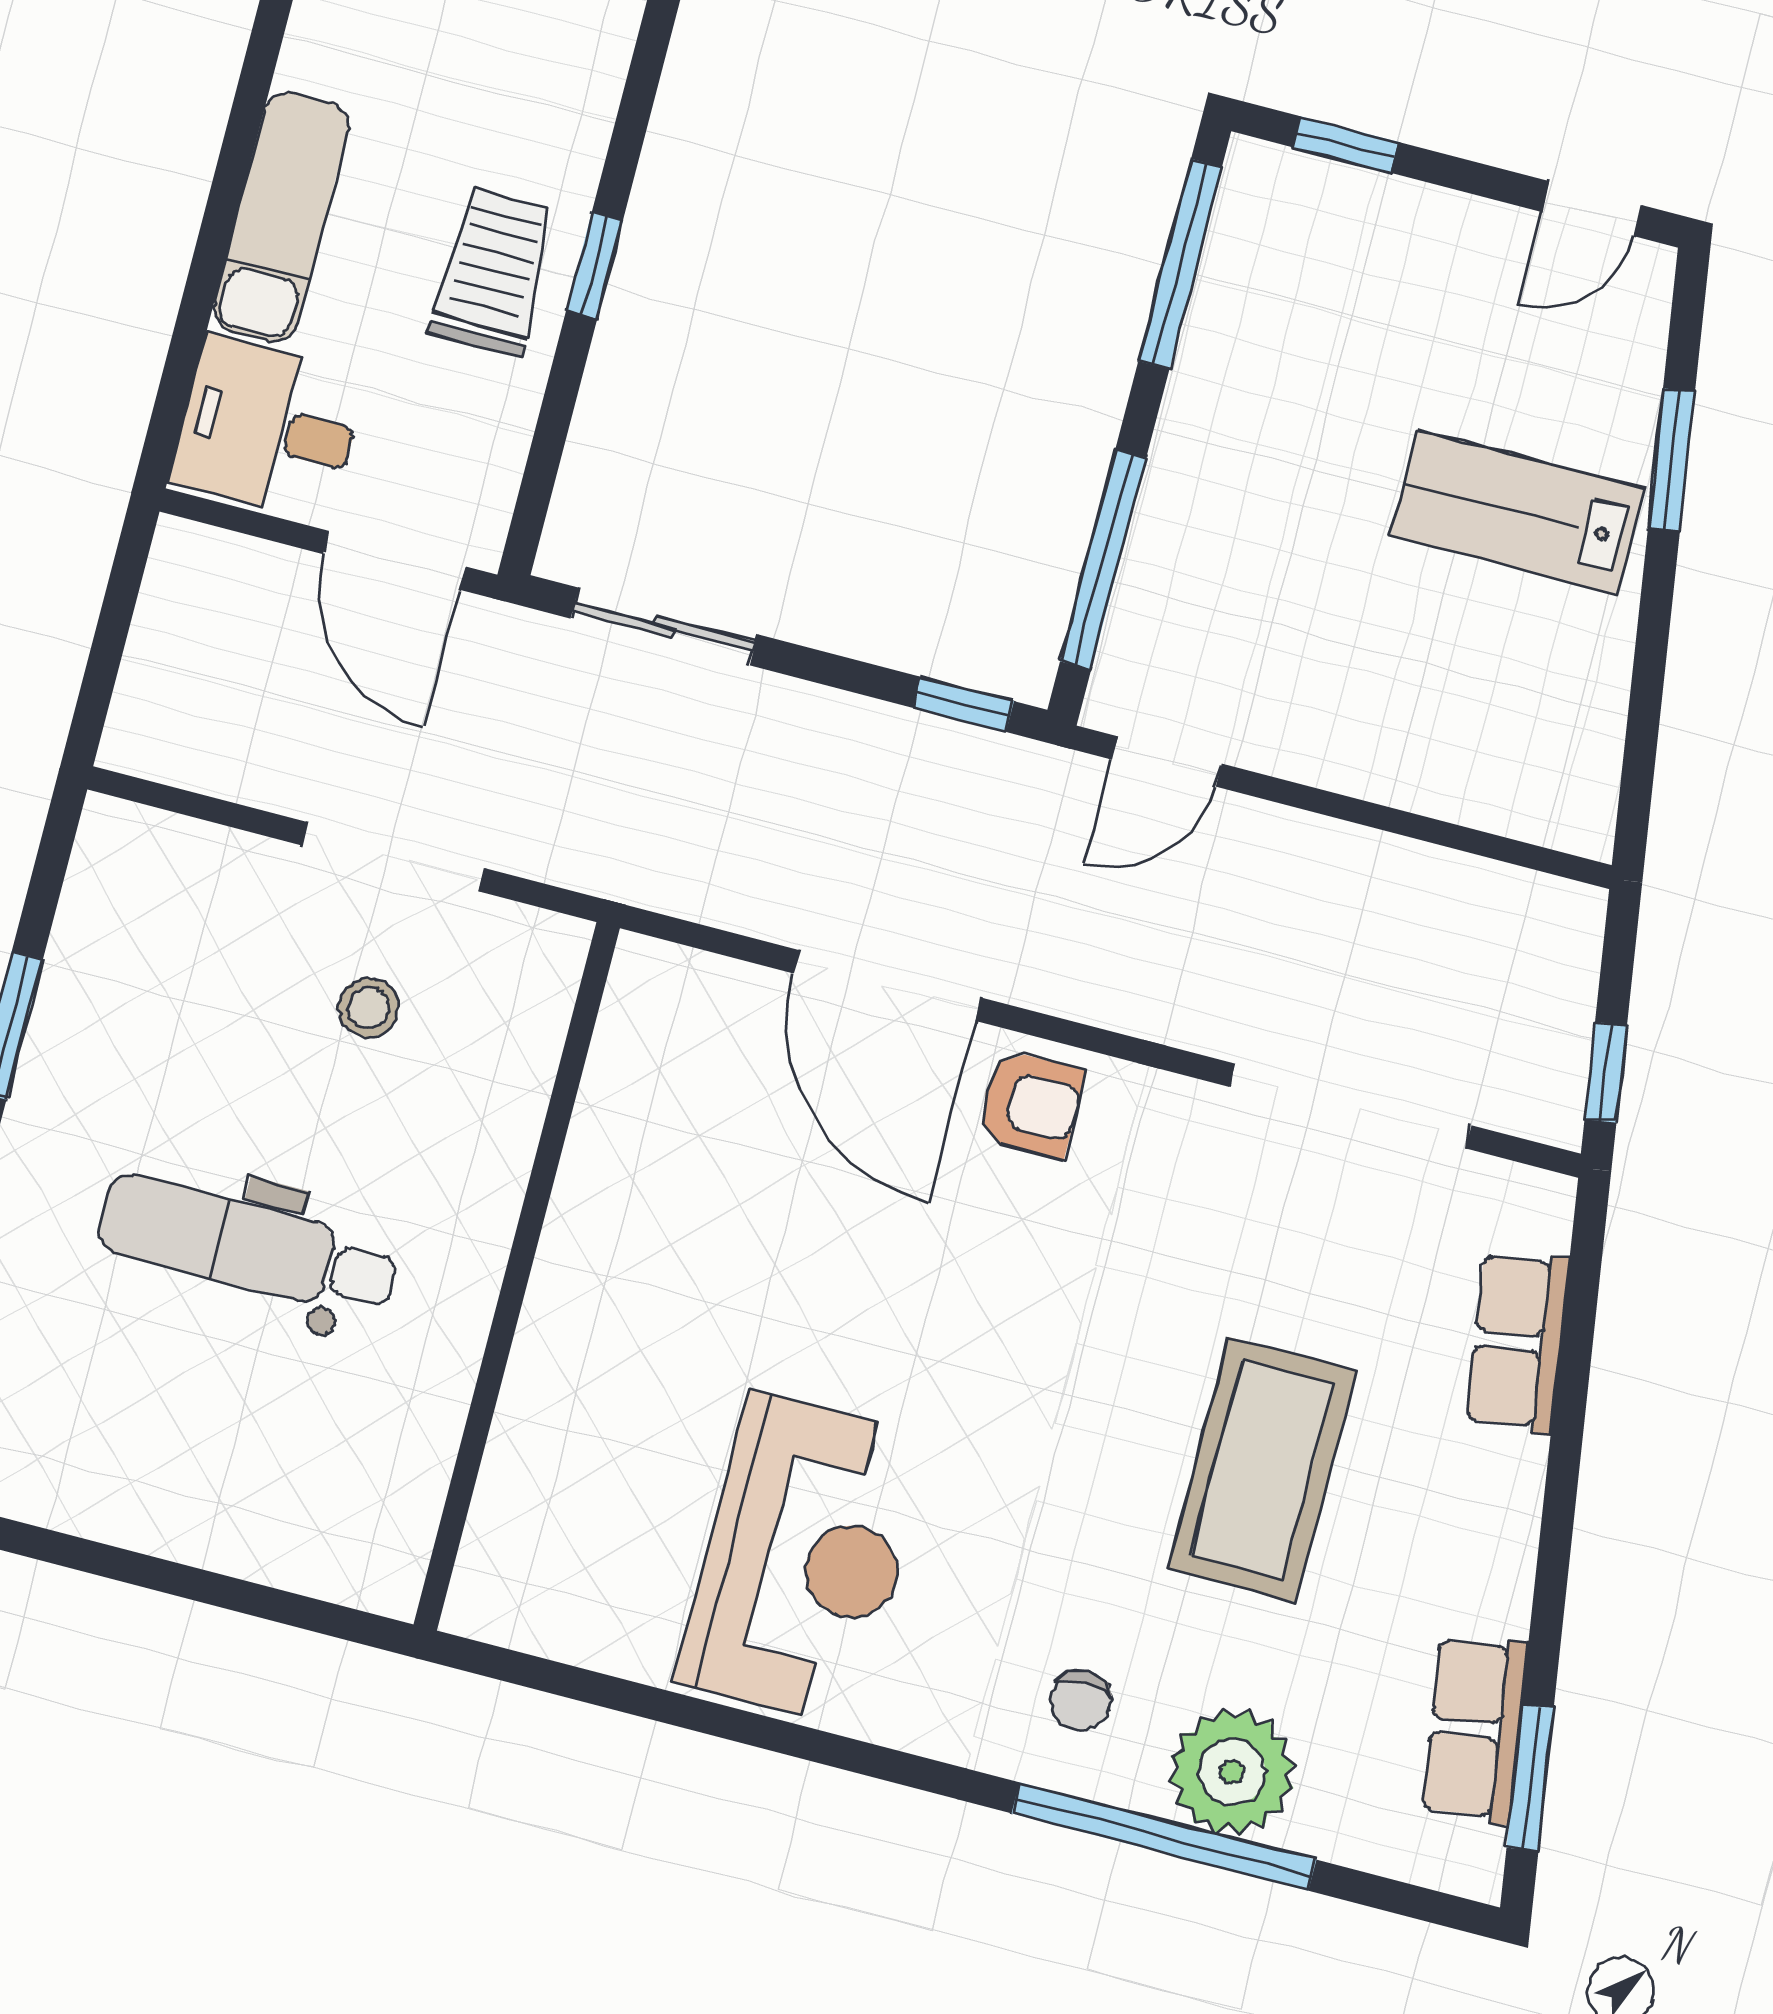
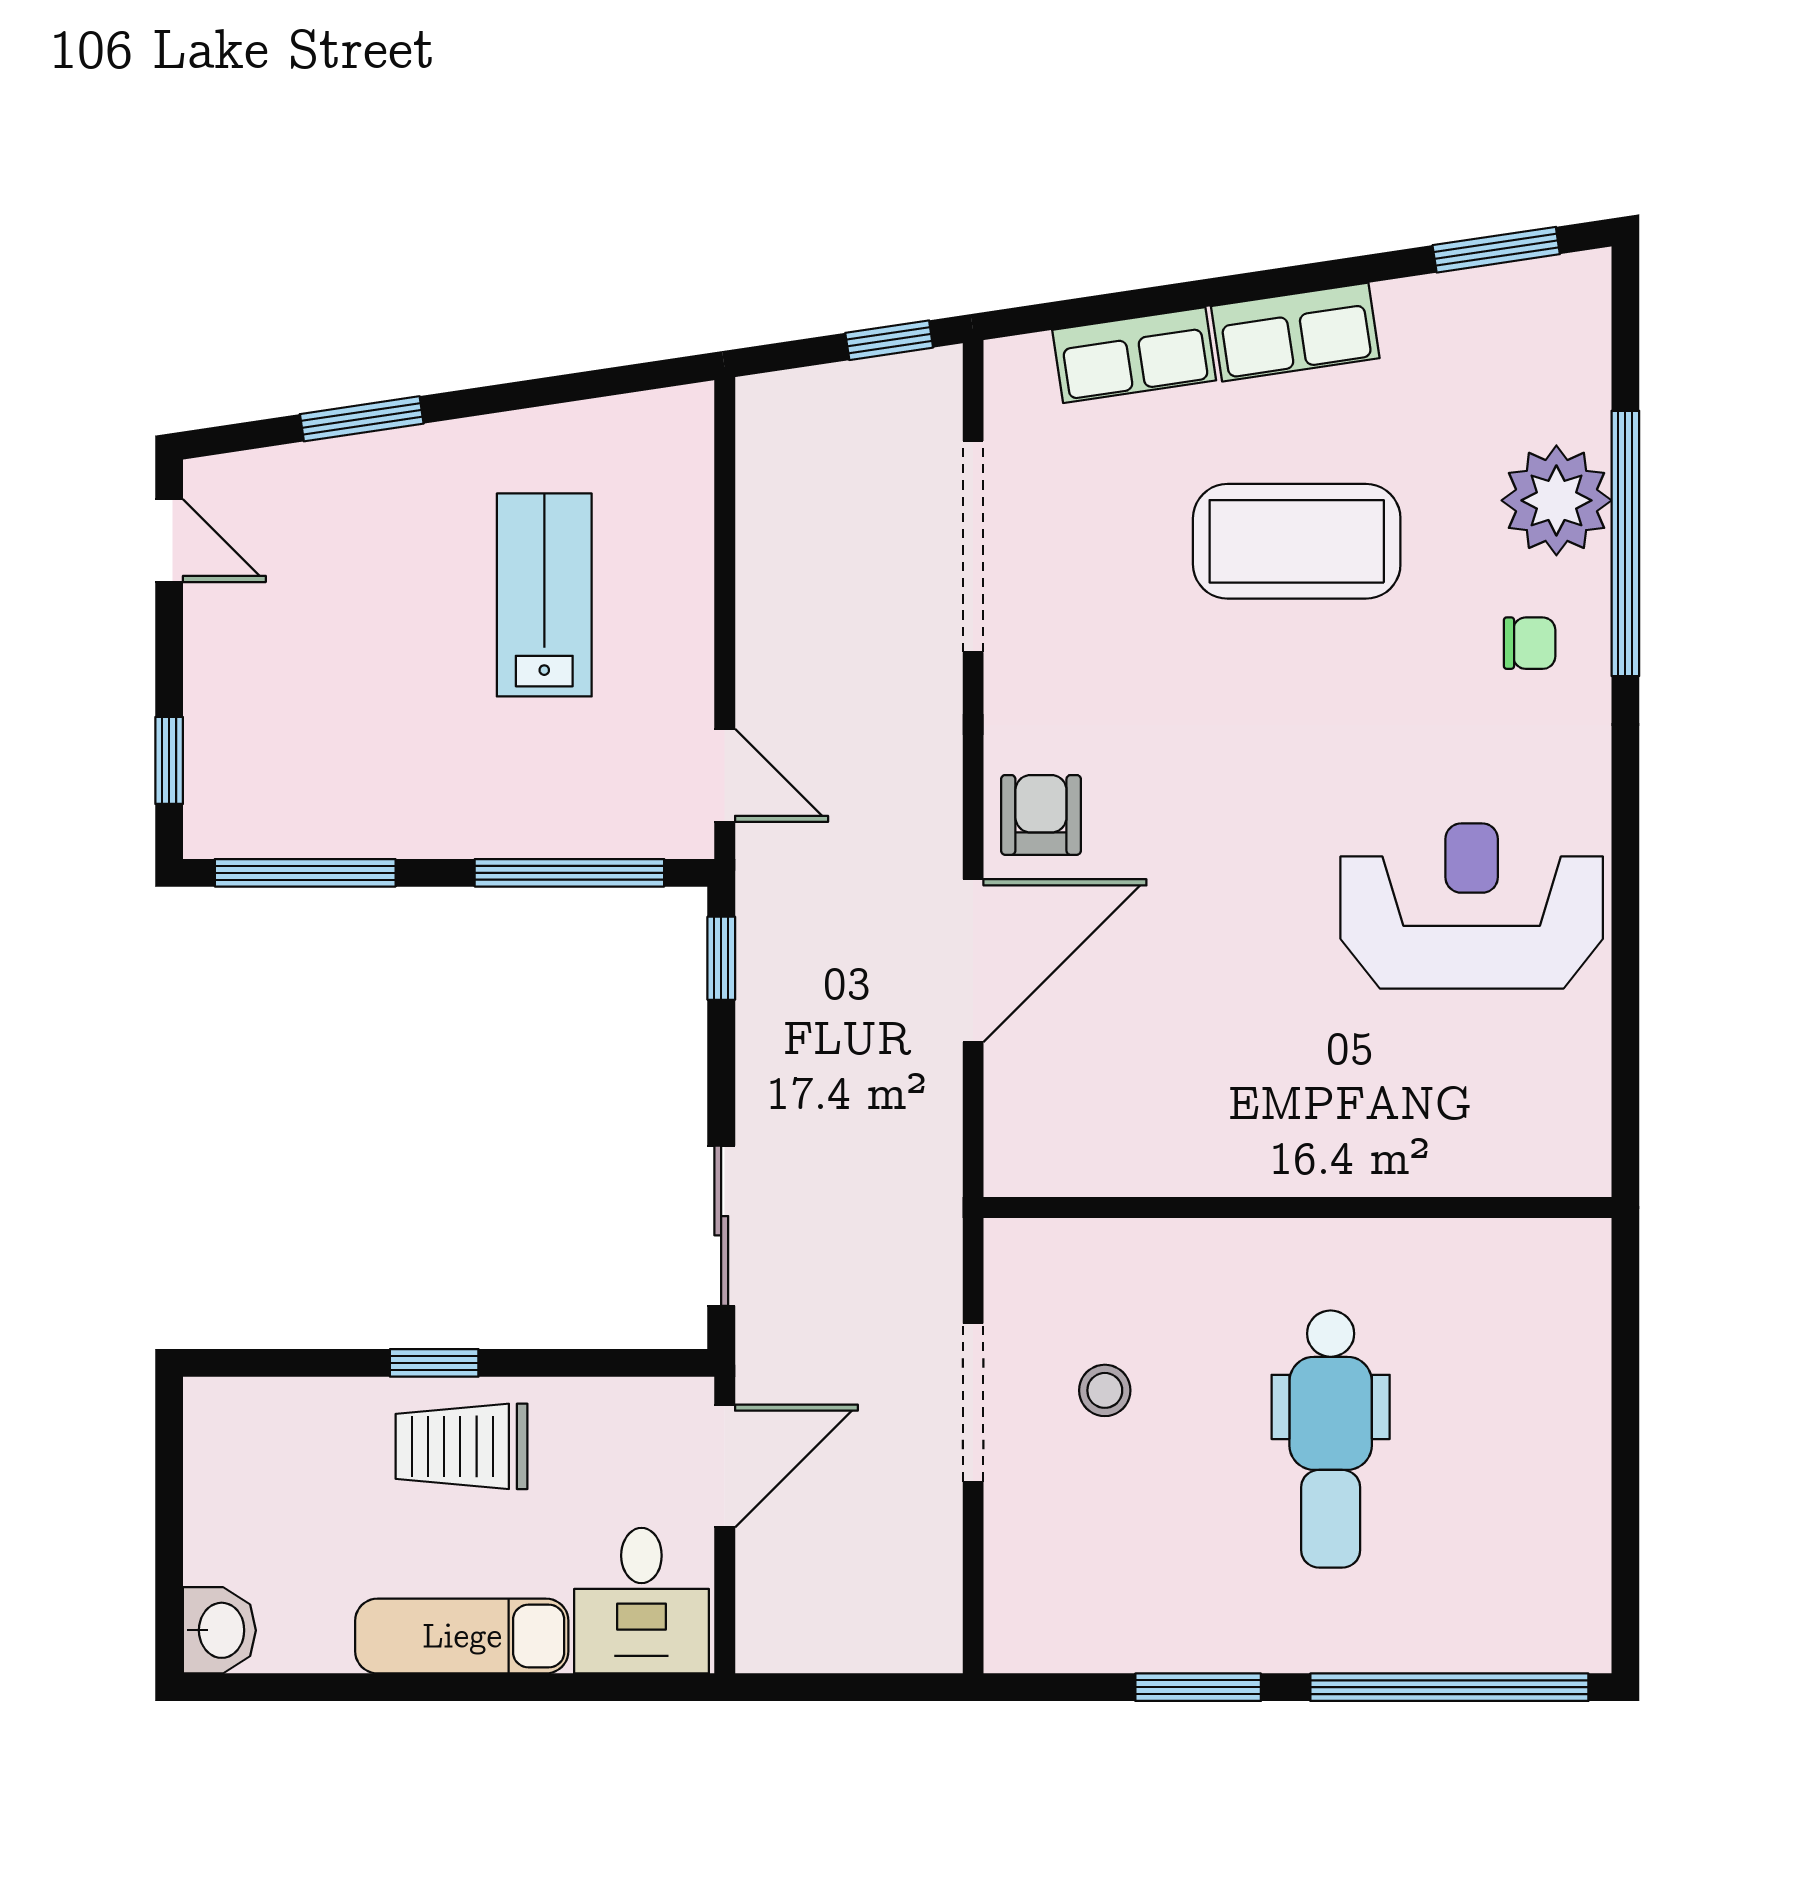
lab bench: (1517, 512) -> (544, 595), moved, turned 180
row of seats: (1475, 1729) -> (1295, 332), moved

